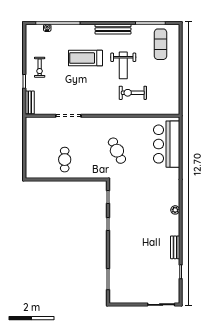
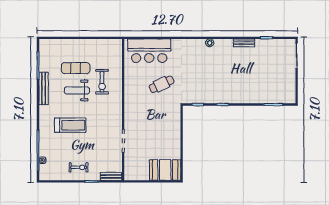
bench: (113, 29) -> (44, 88), moved
exercise mat: (161, 44) -> (76, 68), moved
treadmill: (85, 58) -> (70, 125), turned -90
weight bench: (123, 65) -> (77, 90), turned 180
cafe table: (117, 151) -> (162, 84), moved
cafe table: (65, 160) -> (163, 144), removed
booth: (37, 161) -> (165, 170), added

